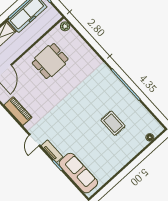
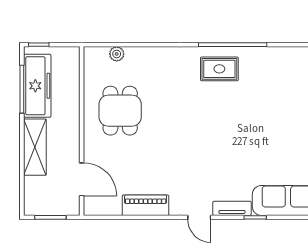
plant: (65, 26) -> (117, 54), moved
rug: (113, 123) -> (219, 69), moved

